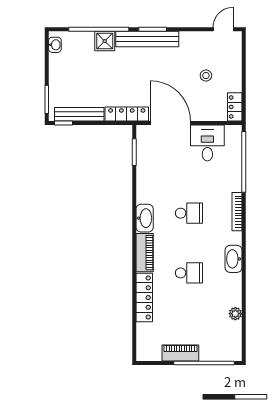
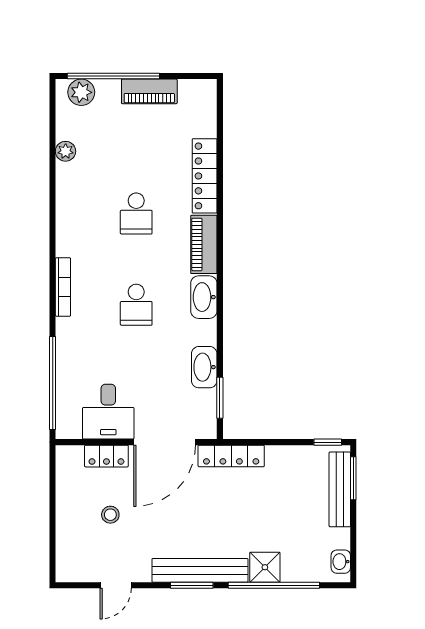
door: (223, 29) -> (116, 585), moved
locker: (235, 107) -> (106, 456), moved, turned 90
bench: (79, 114) -> (340, 489), moved, turned 90
door: (170, 123) -> (165, 442), hinge flipped
bookcase: (237, 212) -> (63, 287), moved
school desk: (189, 213) -> (136, 305), turned -90
washbasin: (234, 259) -> (204, 367), moved, turned 180
school desk: (189, 273) -> (136, 213), turned -90
plant: (225, 352) -> (81, 92), added

